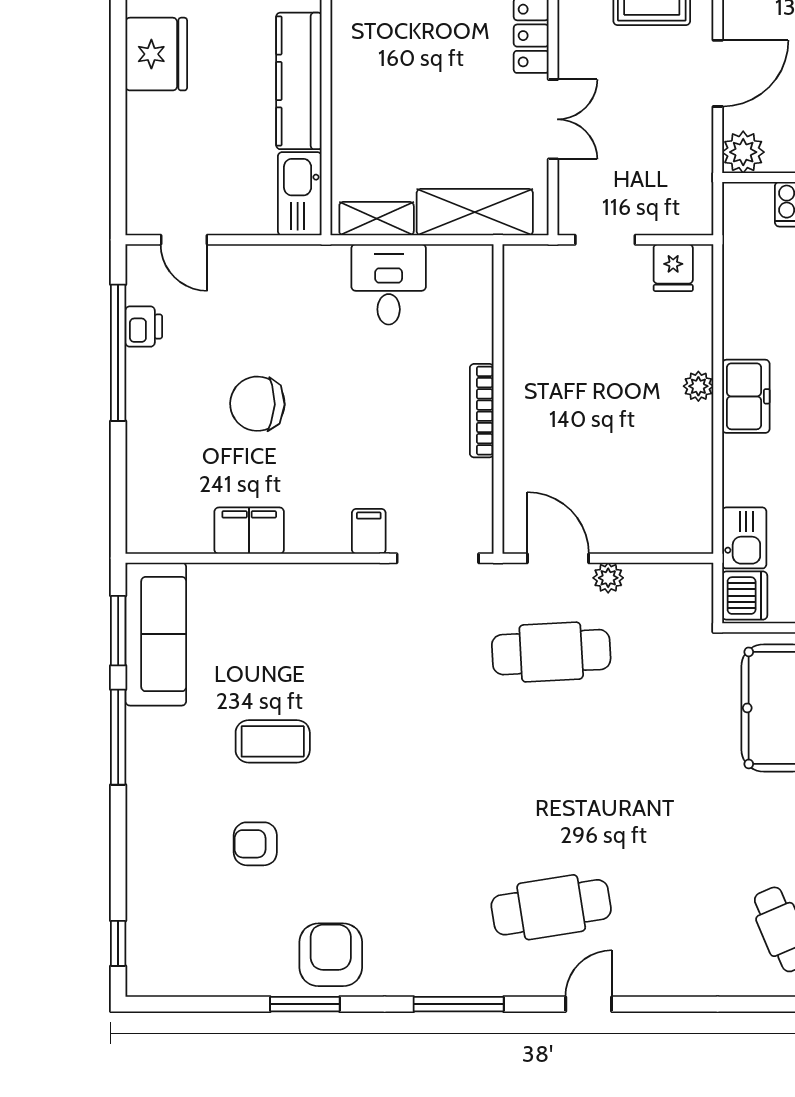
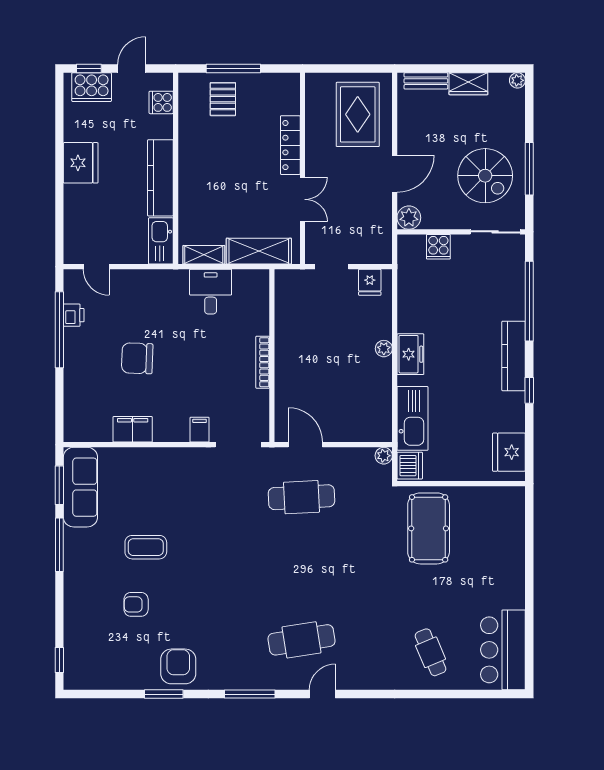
kitchen sink: (744, 538) -> (412, 418), width x1.88, depth x1.24
plant: (608, 578) -> (384, 456), moved

